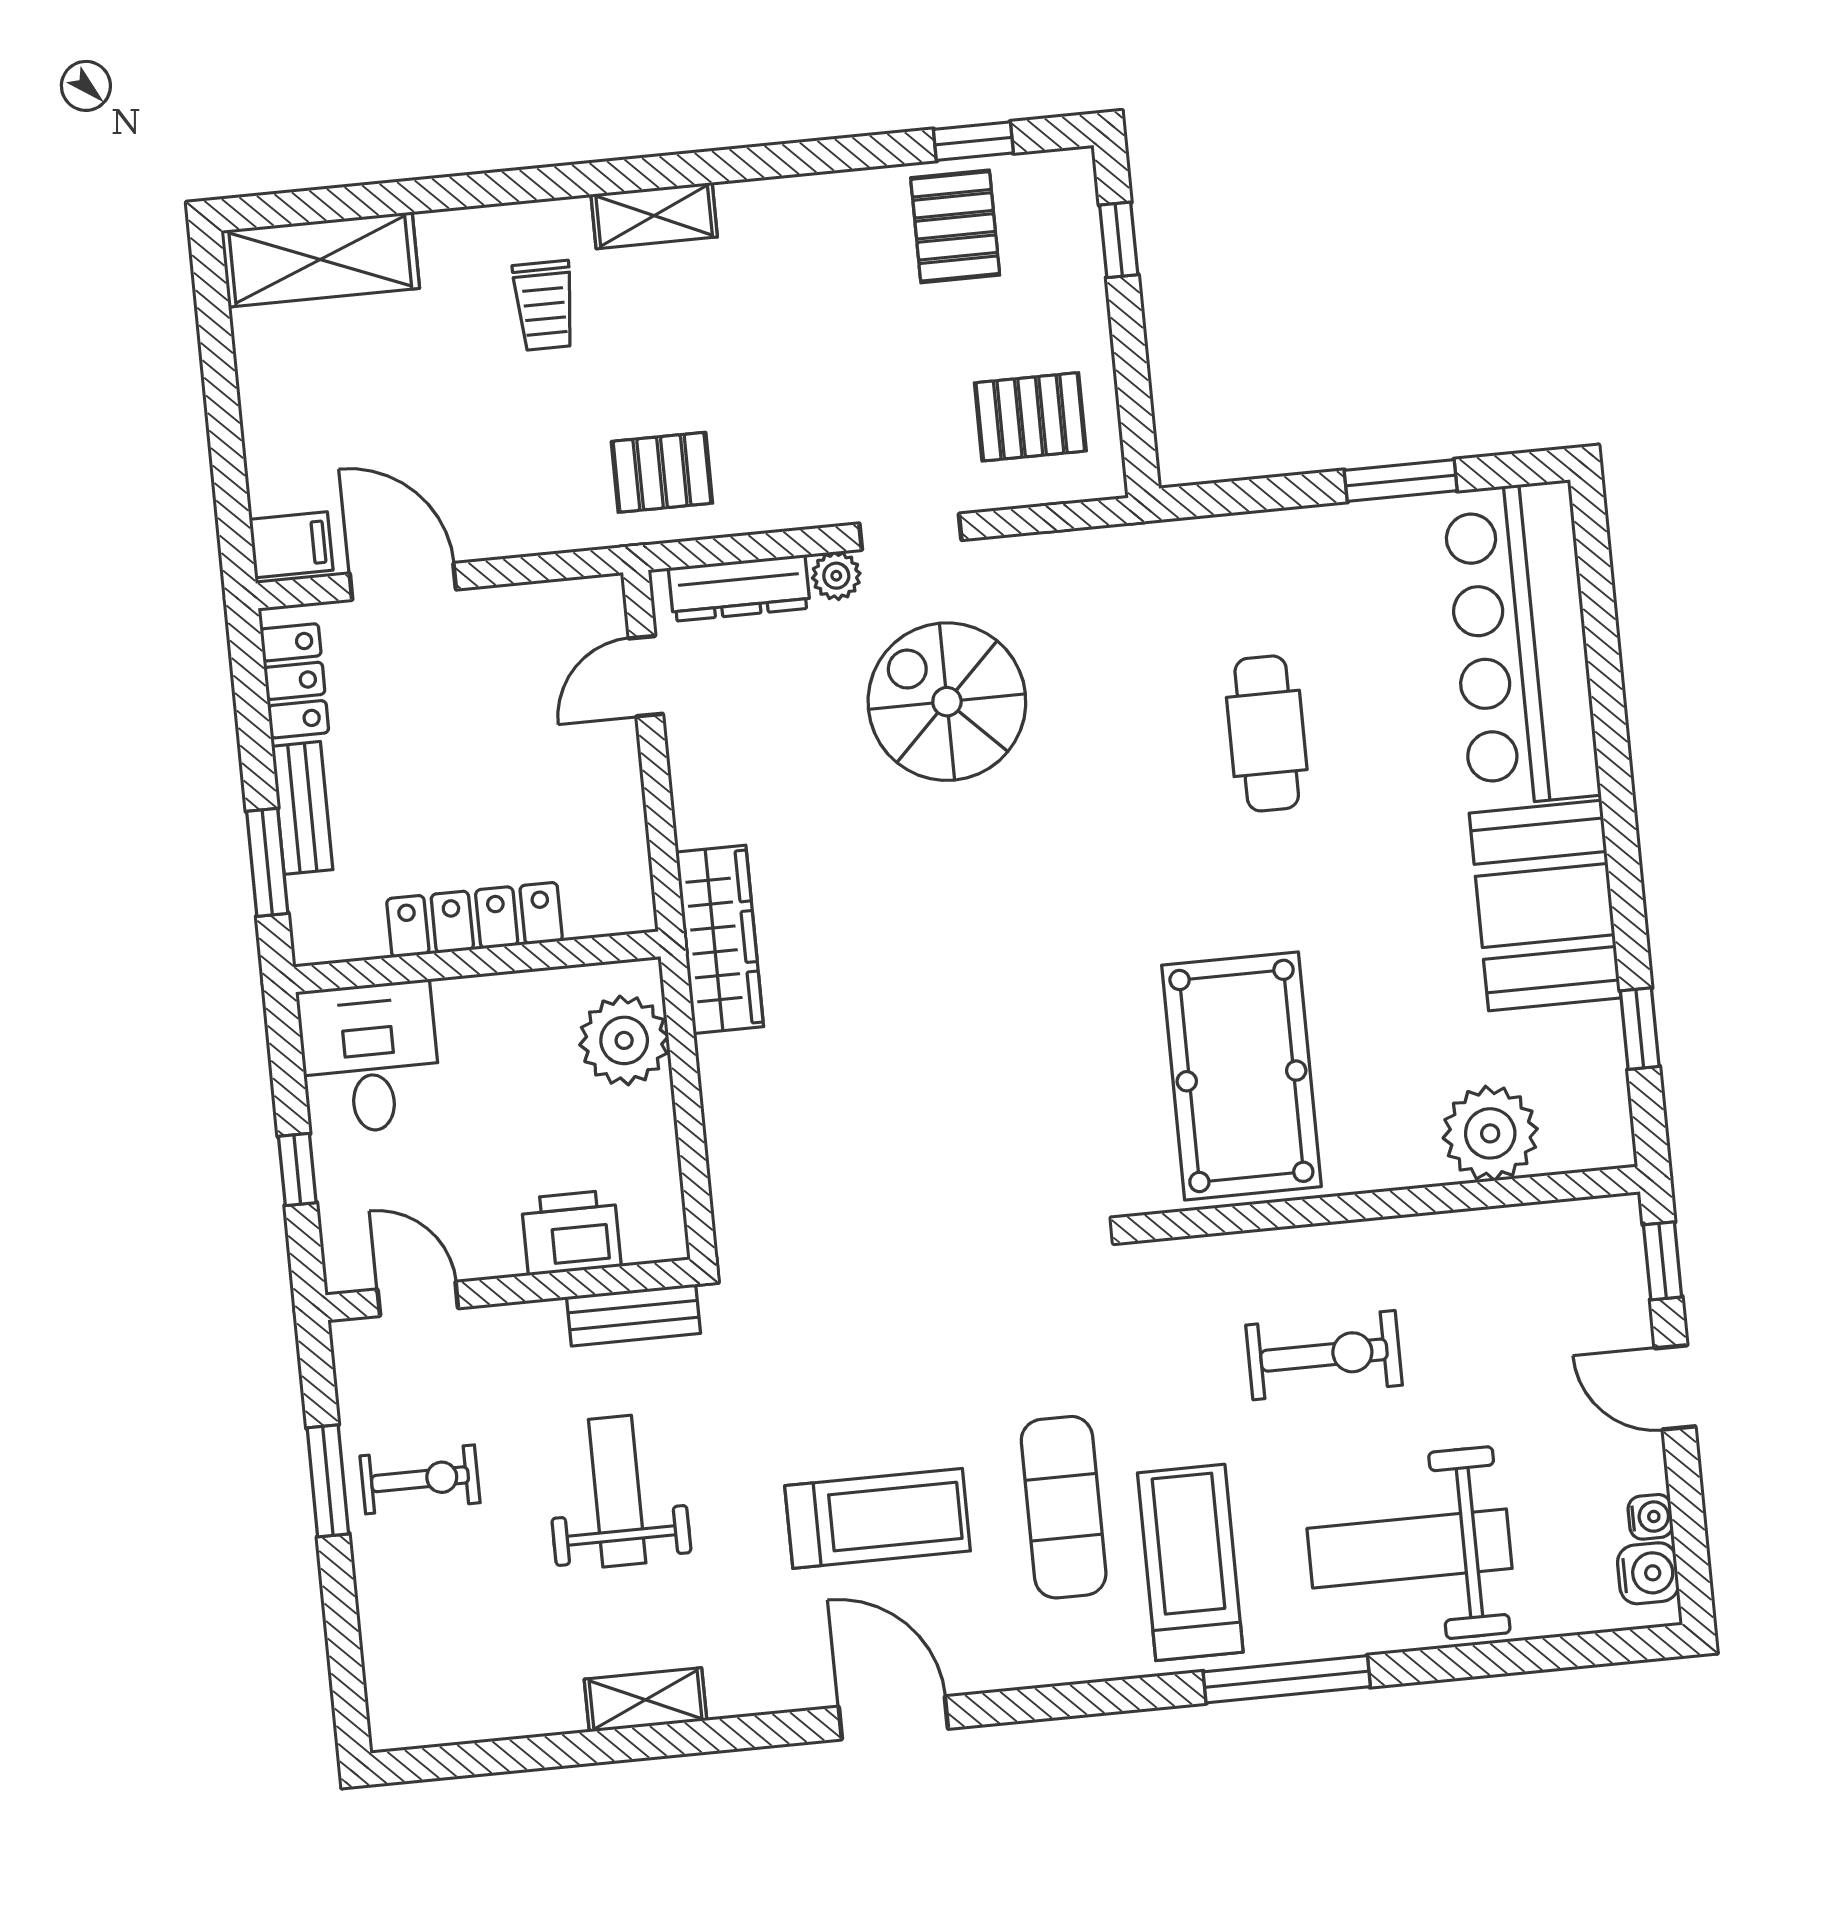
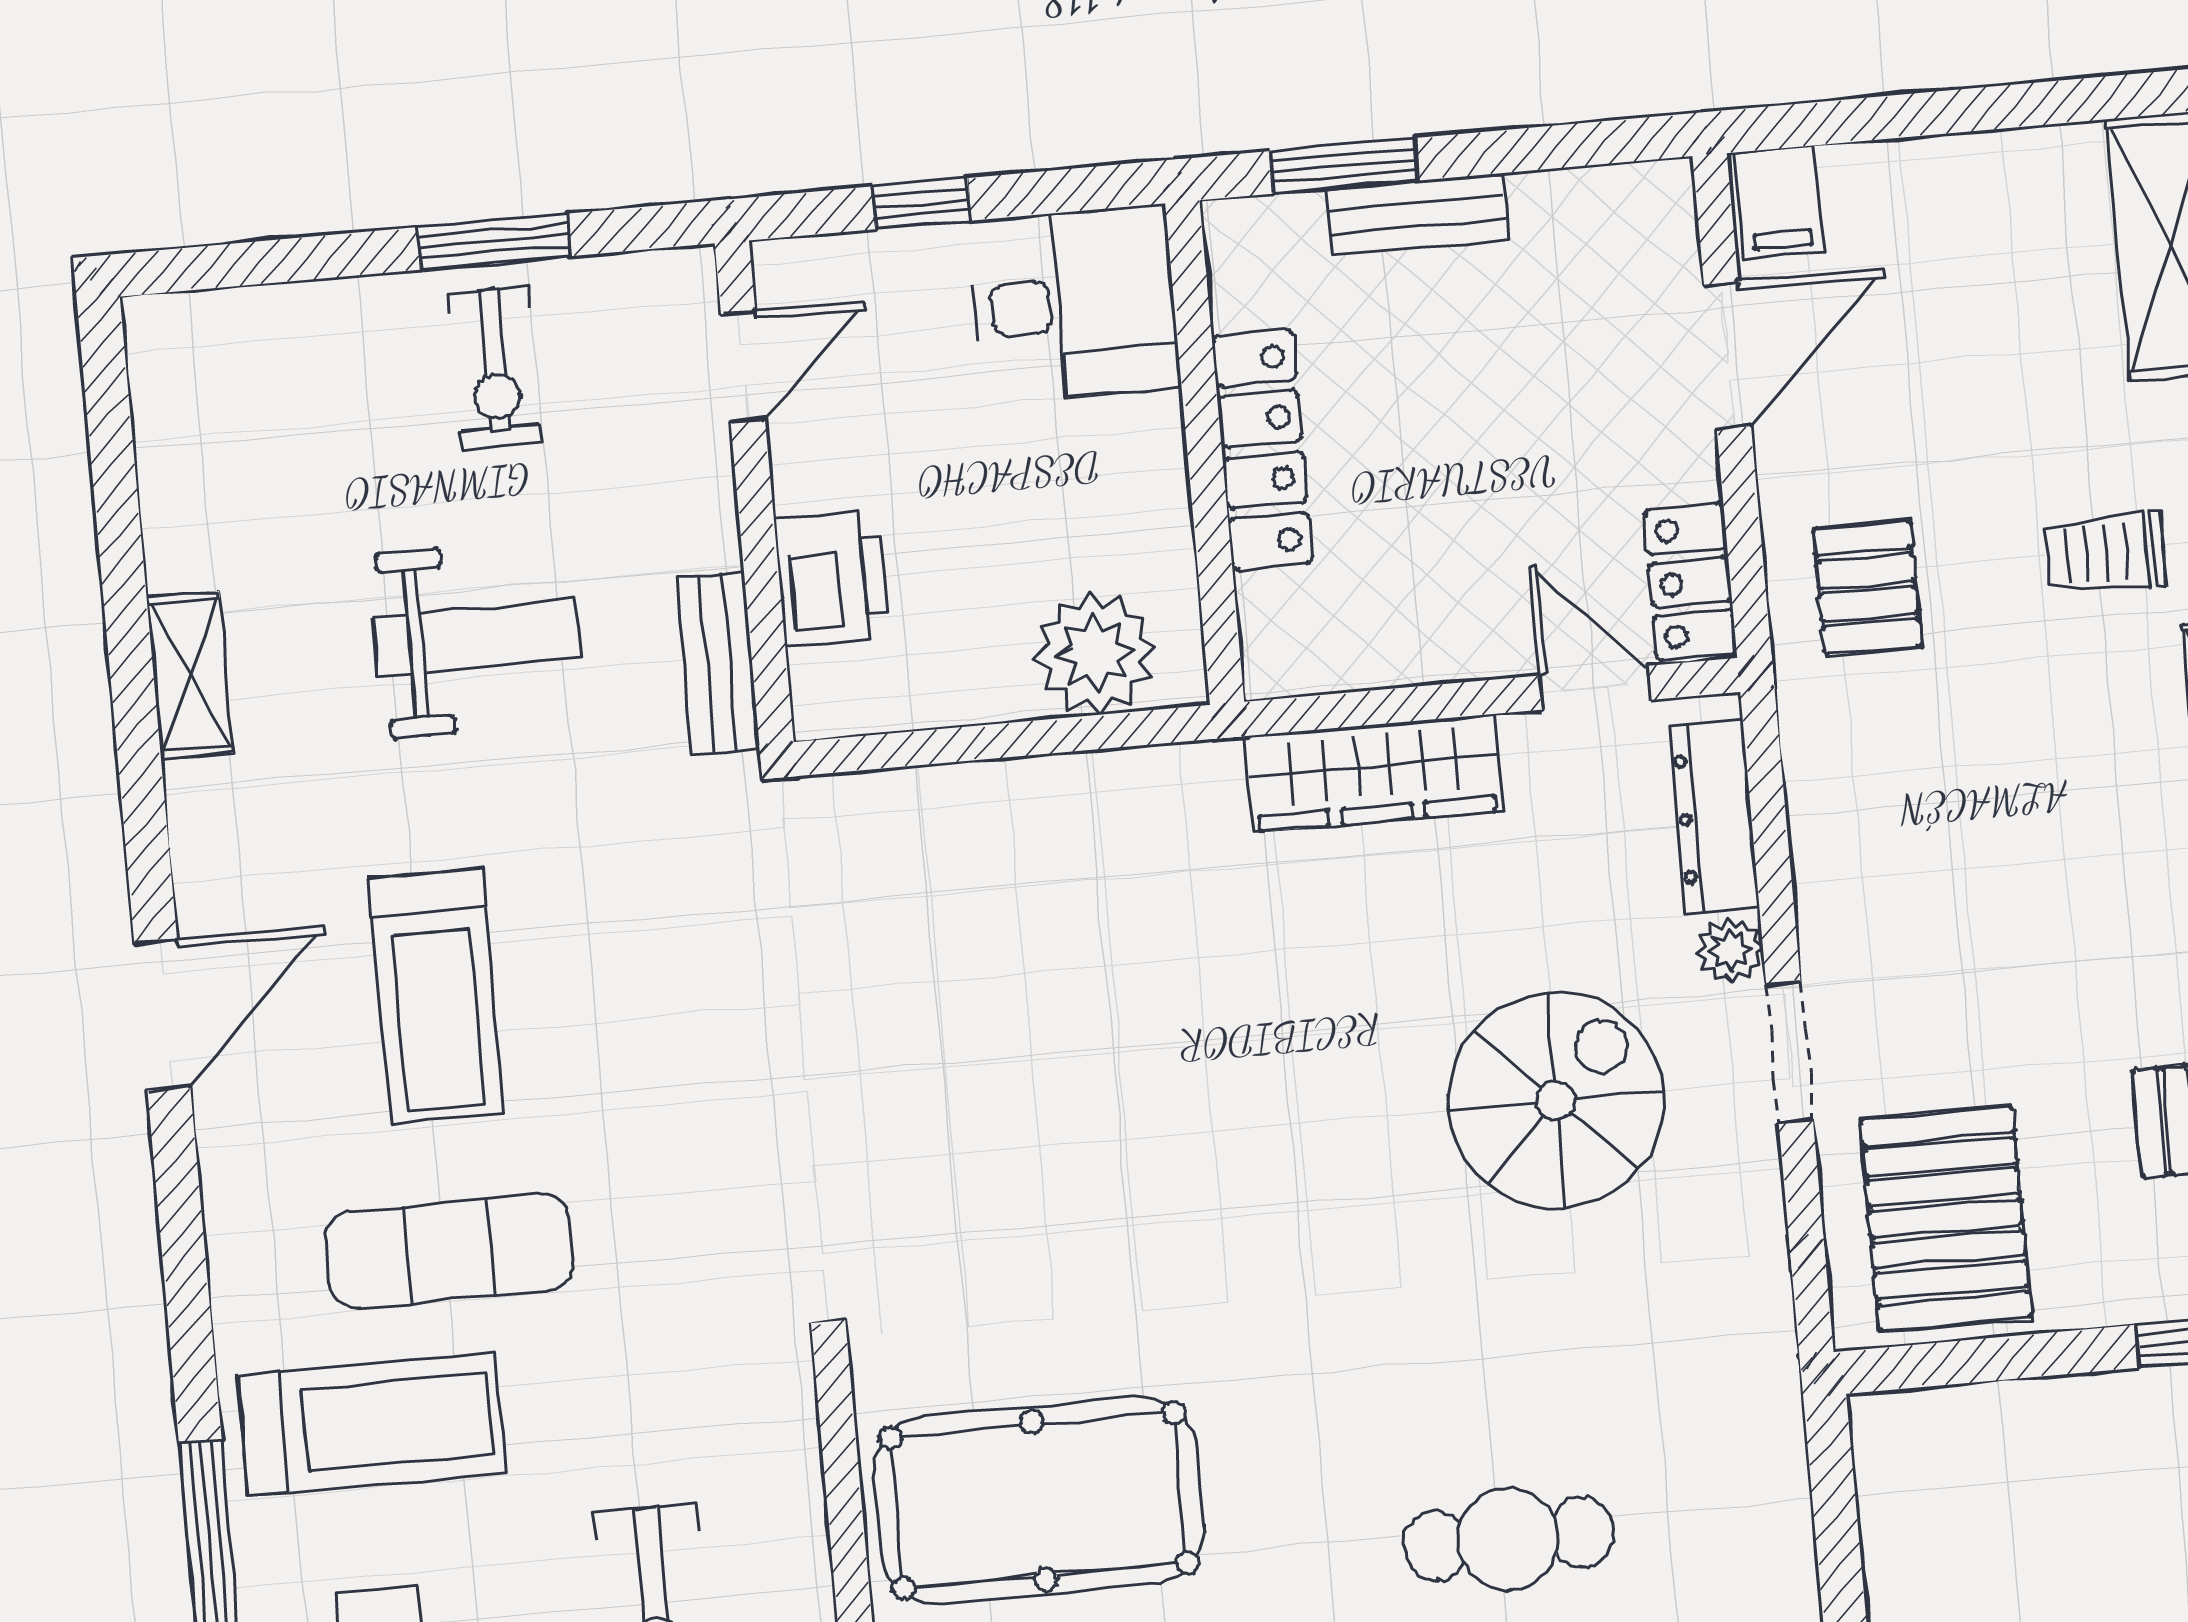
pallet: (1030, 417) -> (1946, 1218), width x1.50, depth x1.42
pallet: (662, 472) -> (1867, 587), moved
locker: (294, 681) -> (1690, 582), moved, turned 90
wardrobe: (720, 939) -> (1374, 773), moved

